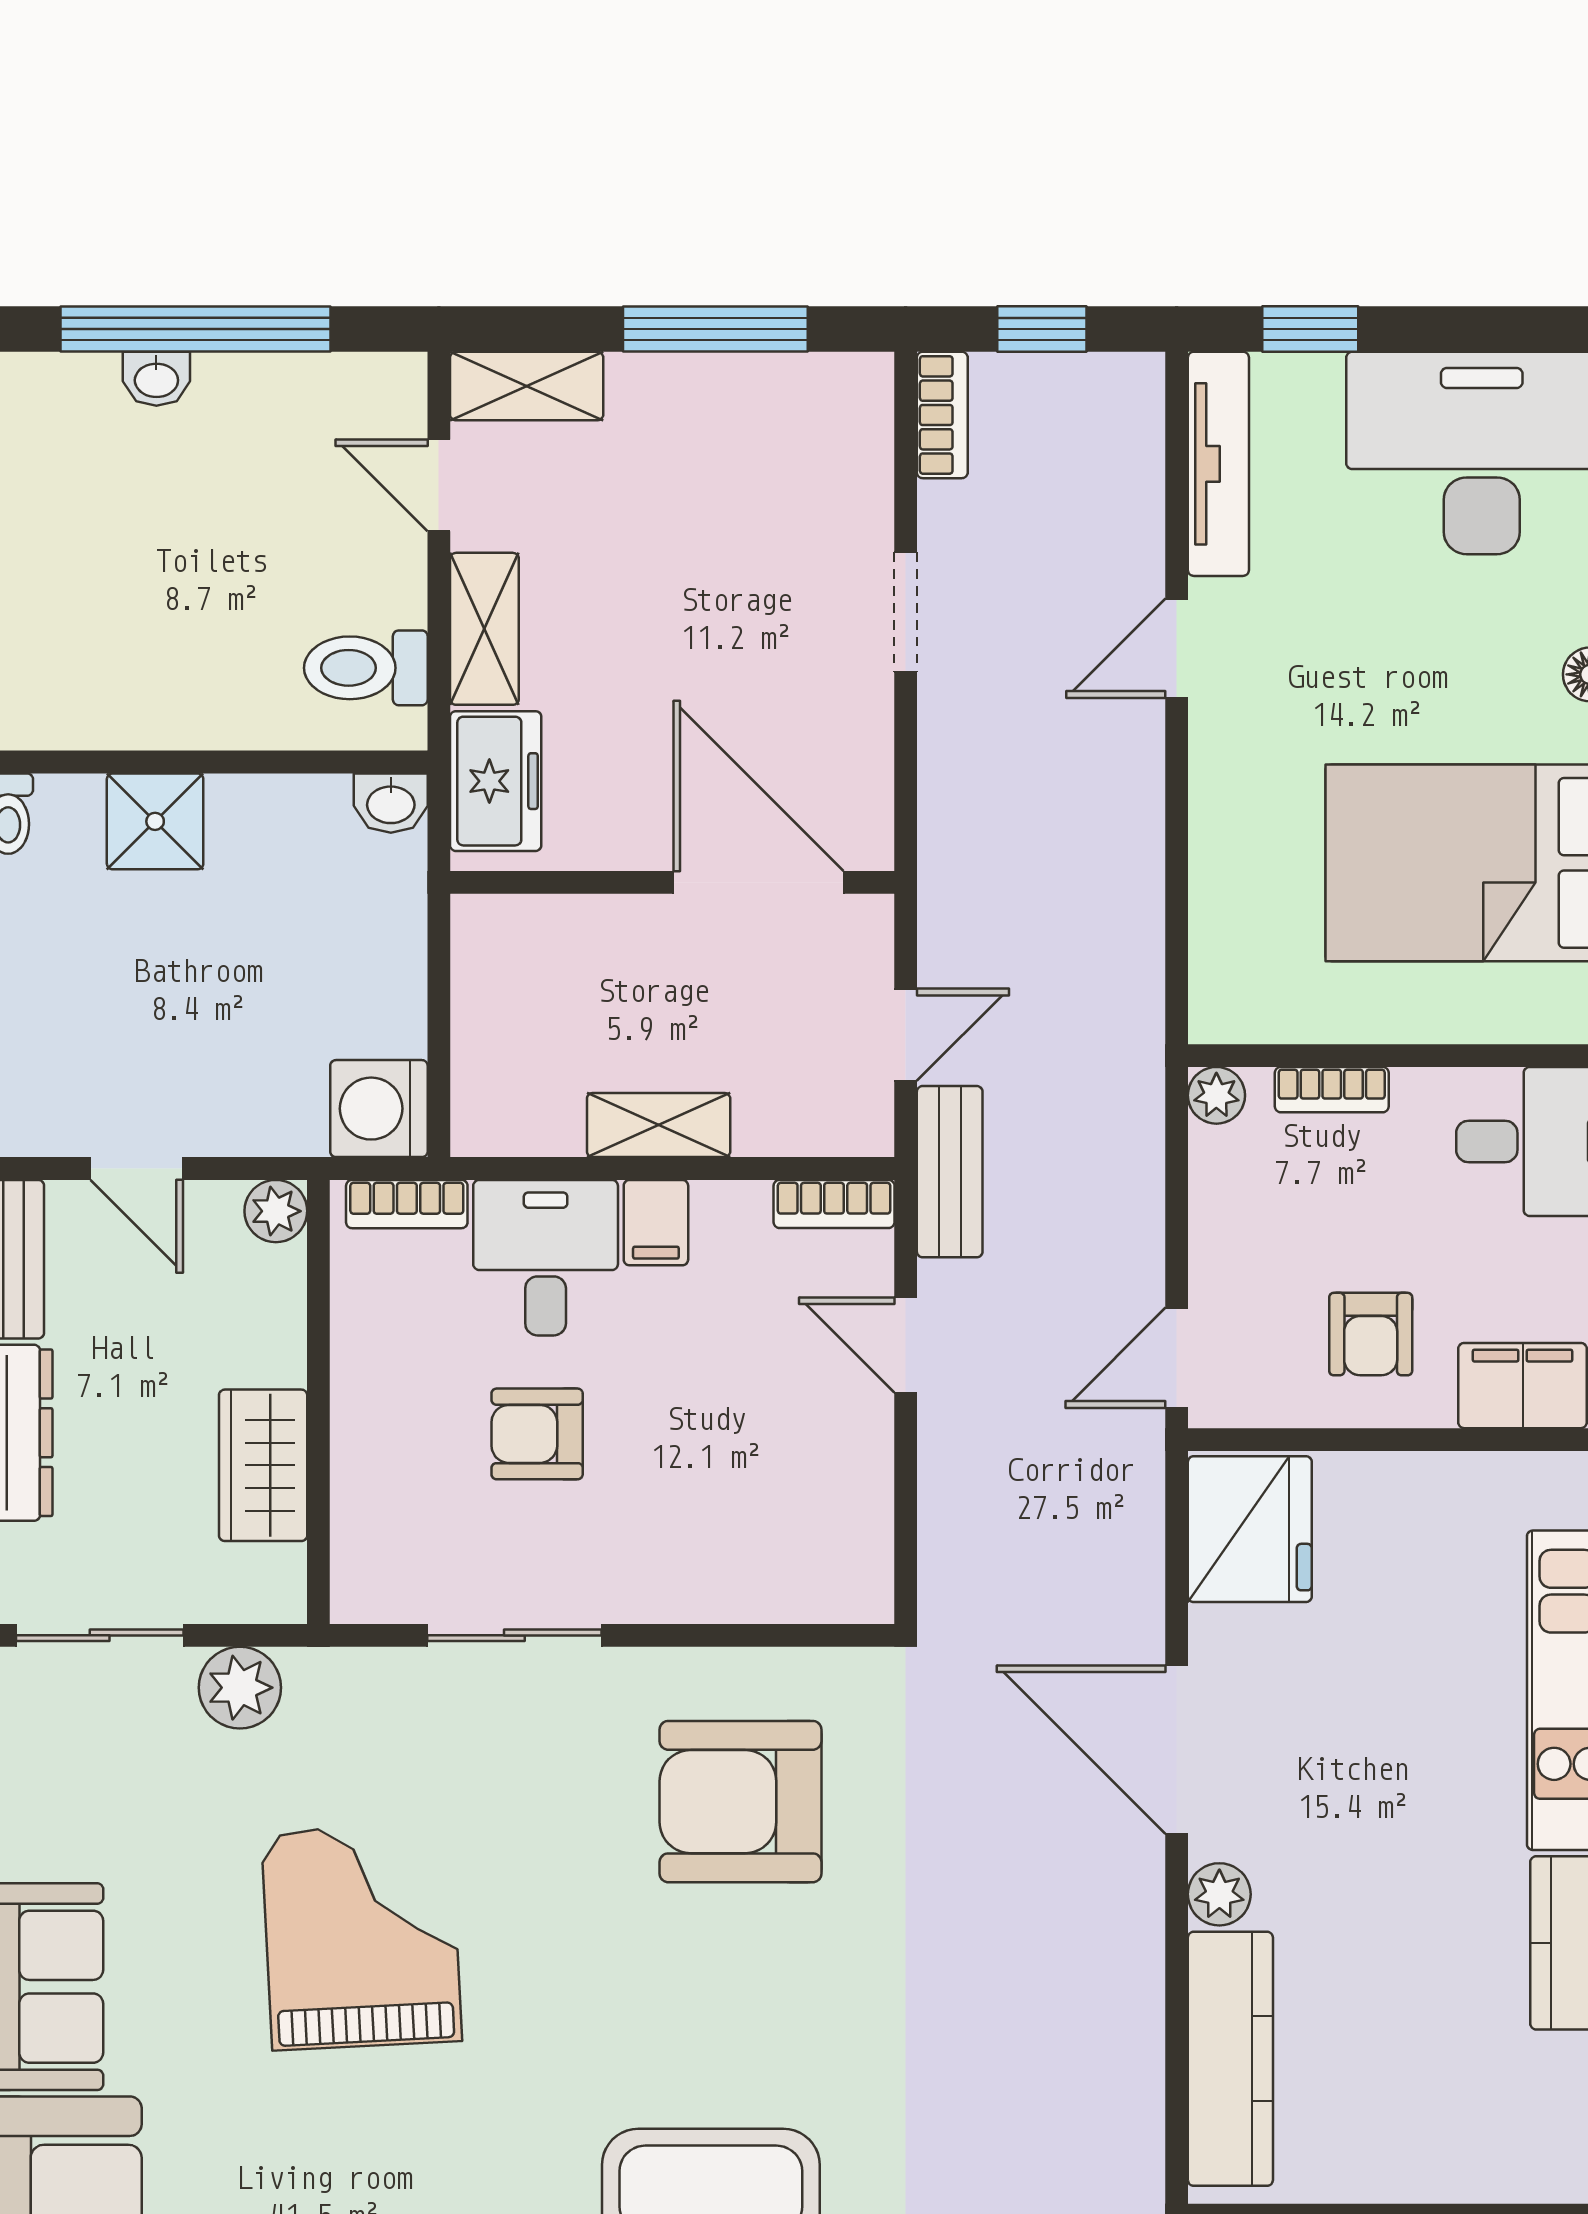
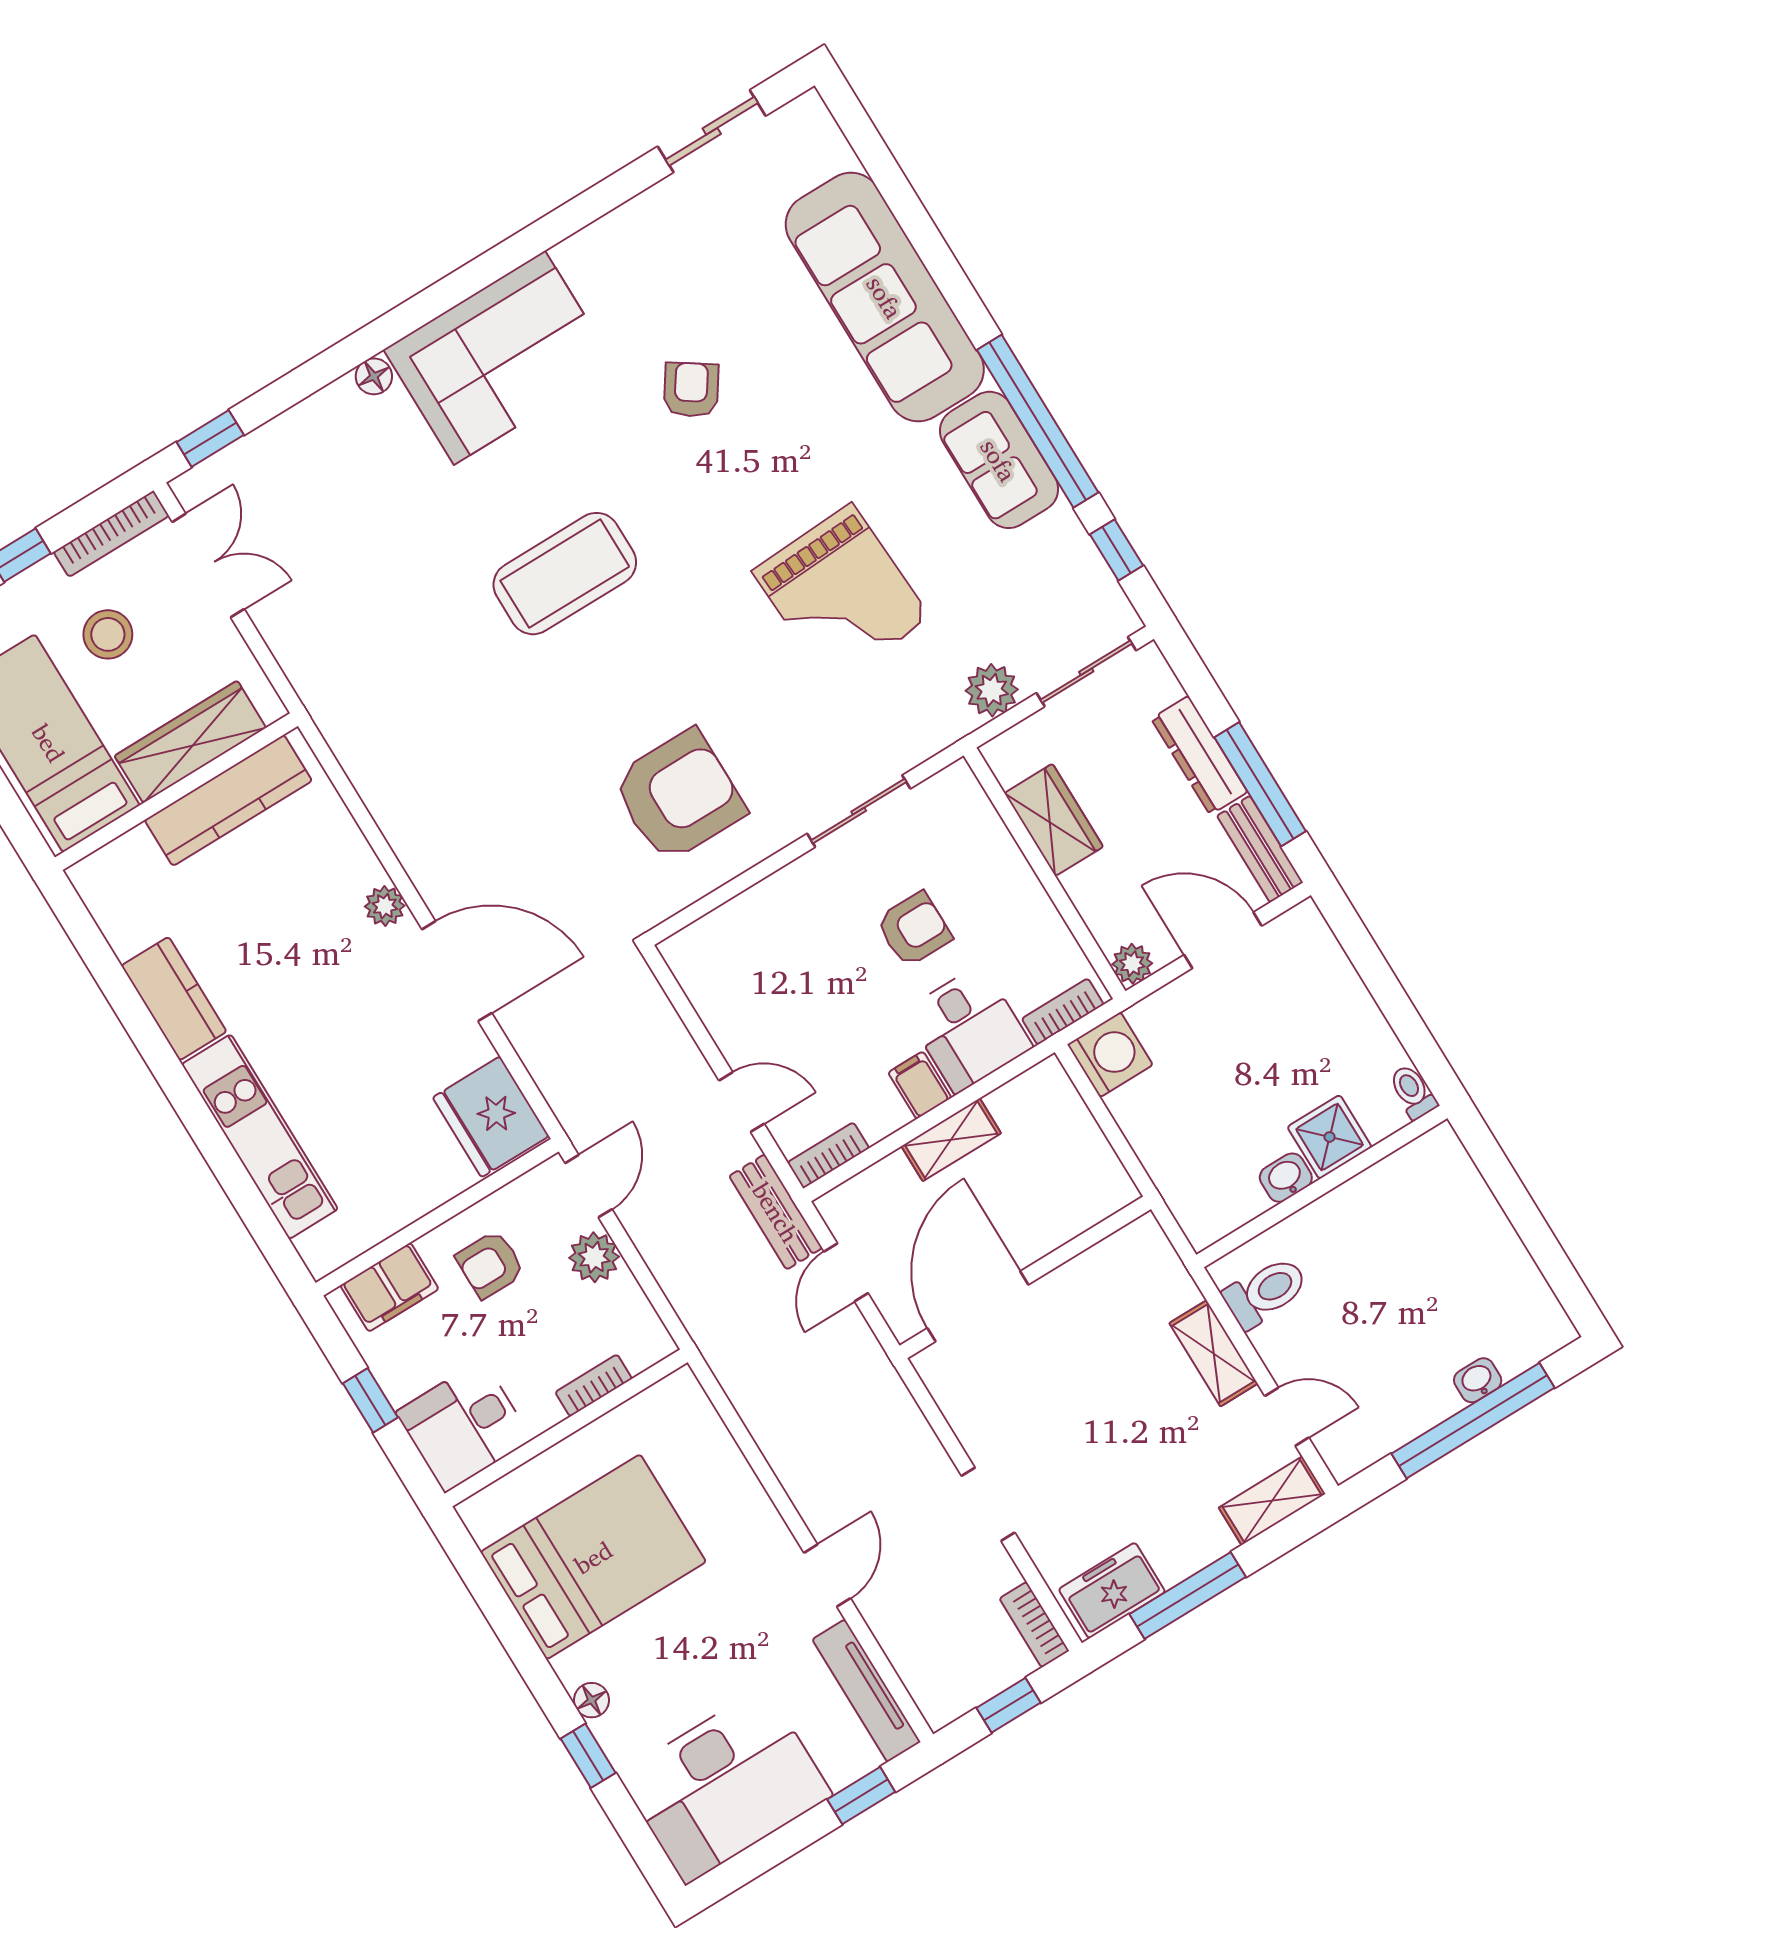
freezer: (496, 781) -> (1112, 1590), moved, turned 90
washbasin: (391, 803) -> (1286, 1178), moved
door: (759, 882) -> (978, 1306), swing flipped
plant: (1216, 1095) -> (594, 1257), moved, width x1.38, depth x1.38
door: (137, 1169) -> (1223, 940), width x1.38
armchair: (1371, 1334) -> (490, 1264), turned -90
kitchen counter: (1230, 2059) -> (228, 800), moved, turned -90

